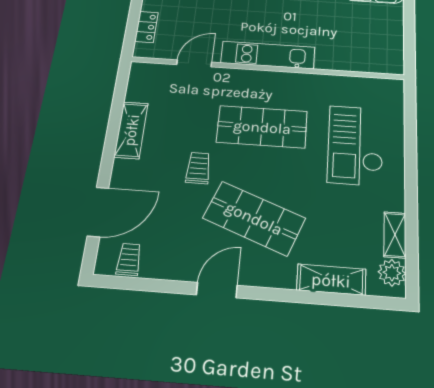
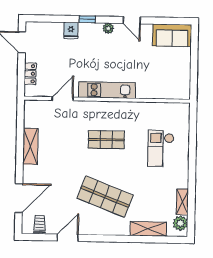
shop shelf: (262, 127) -> (106, 140), width x0.70, depth x0.74
checkout: (356, 145) -> (161, 149), width x0.73, depth x0.83
trolley: (198, 168) -> (72, 168), removed
door: (217, 290) -> (68, 238), moved

